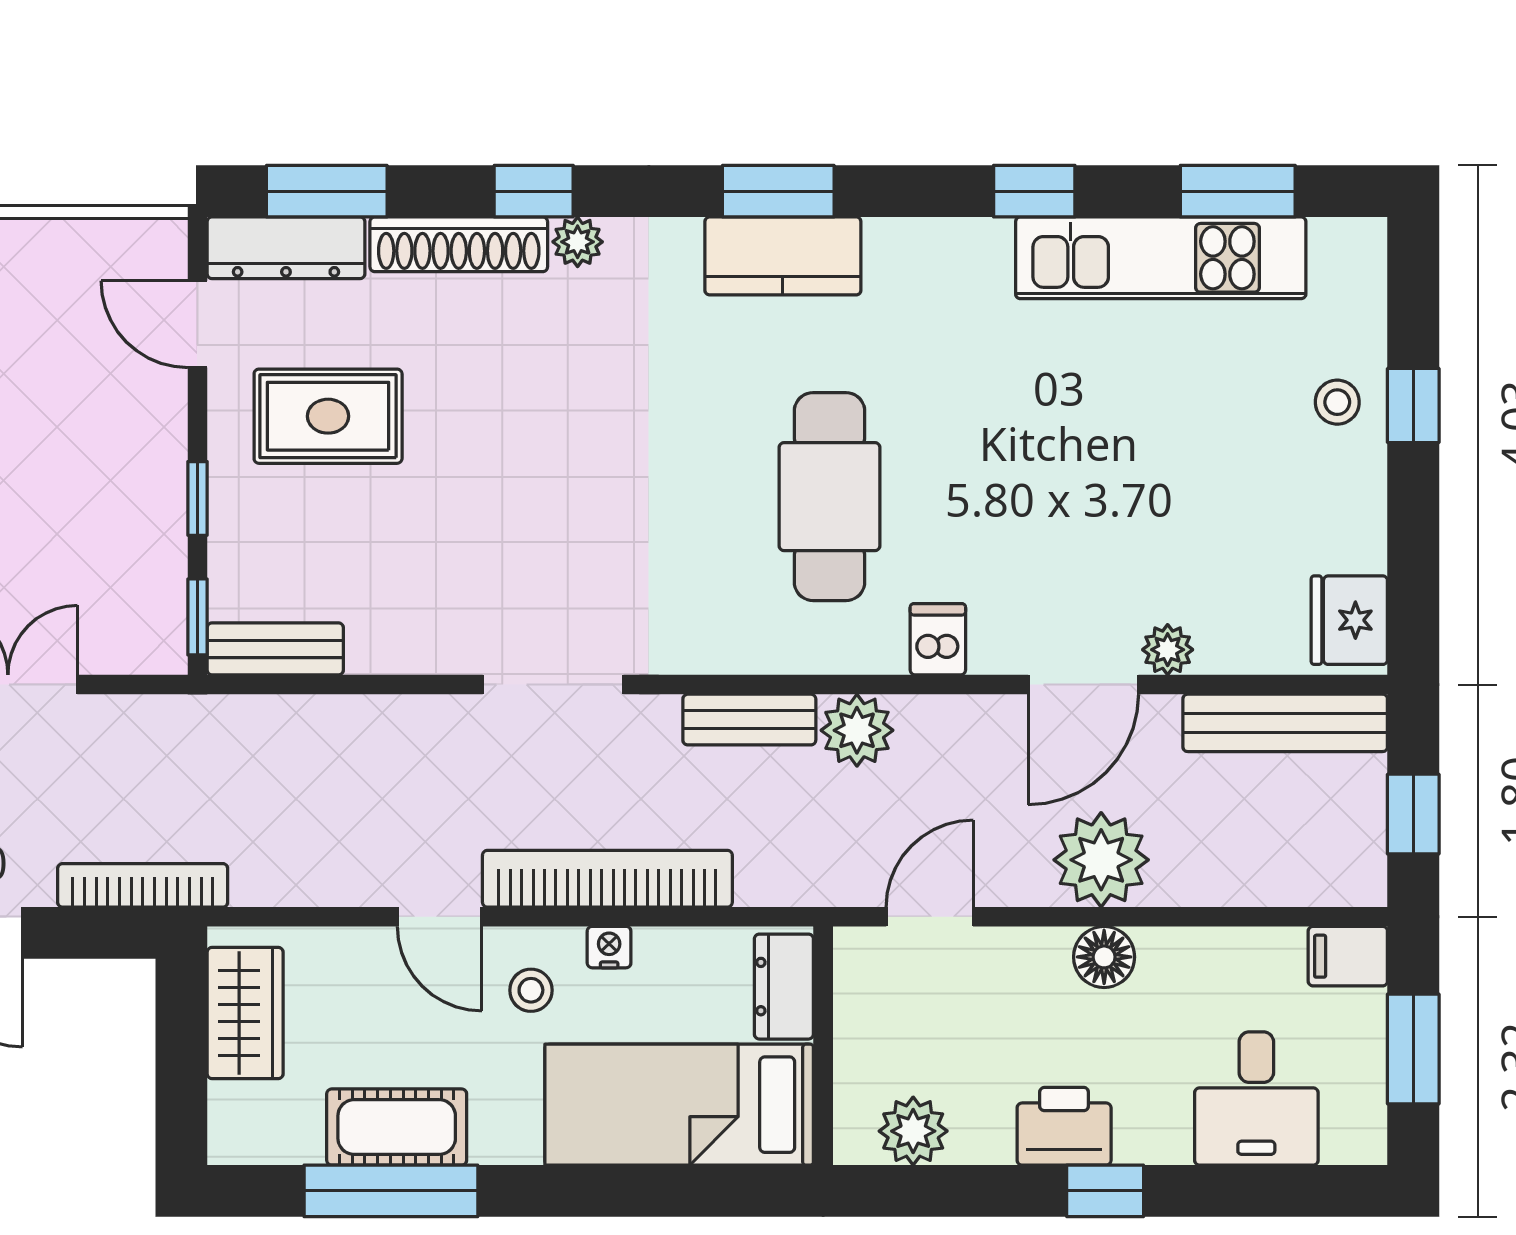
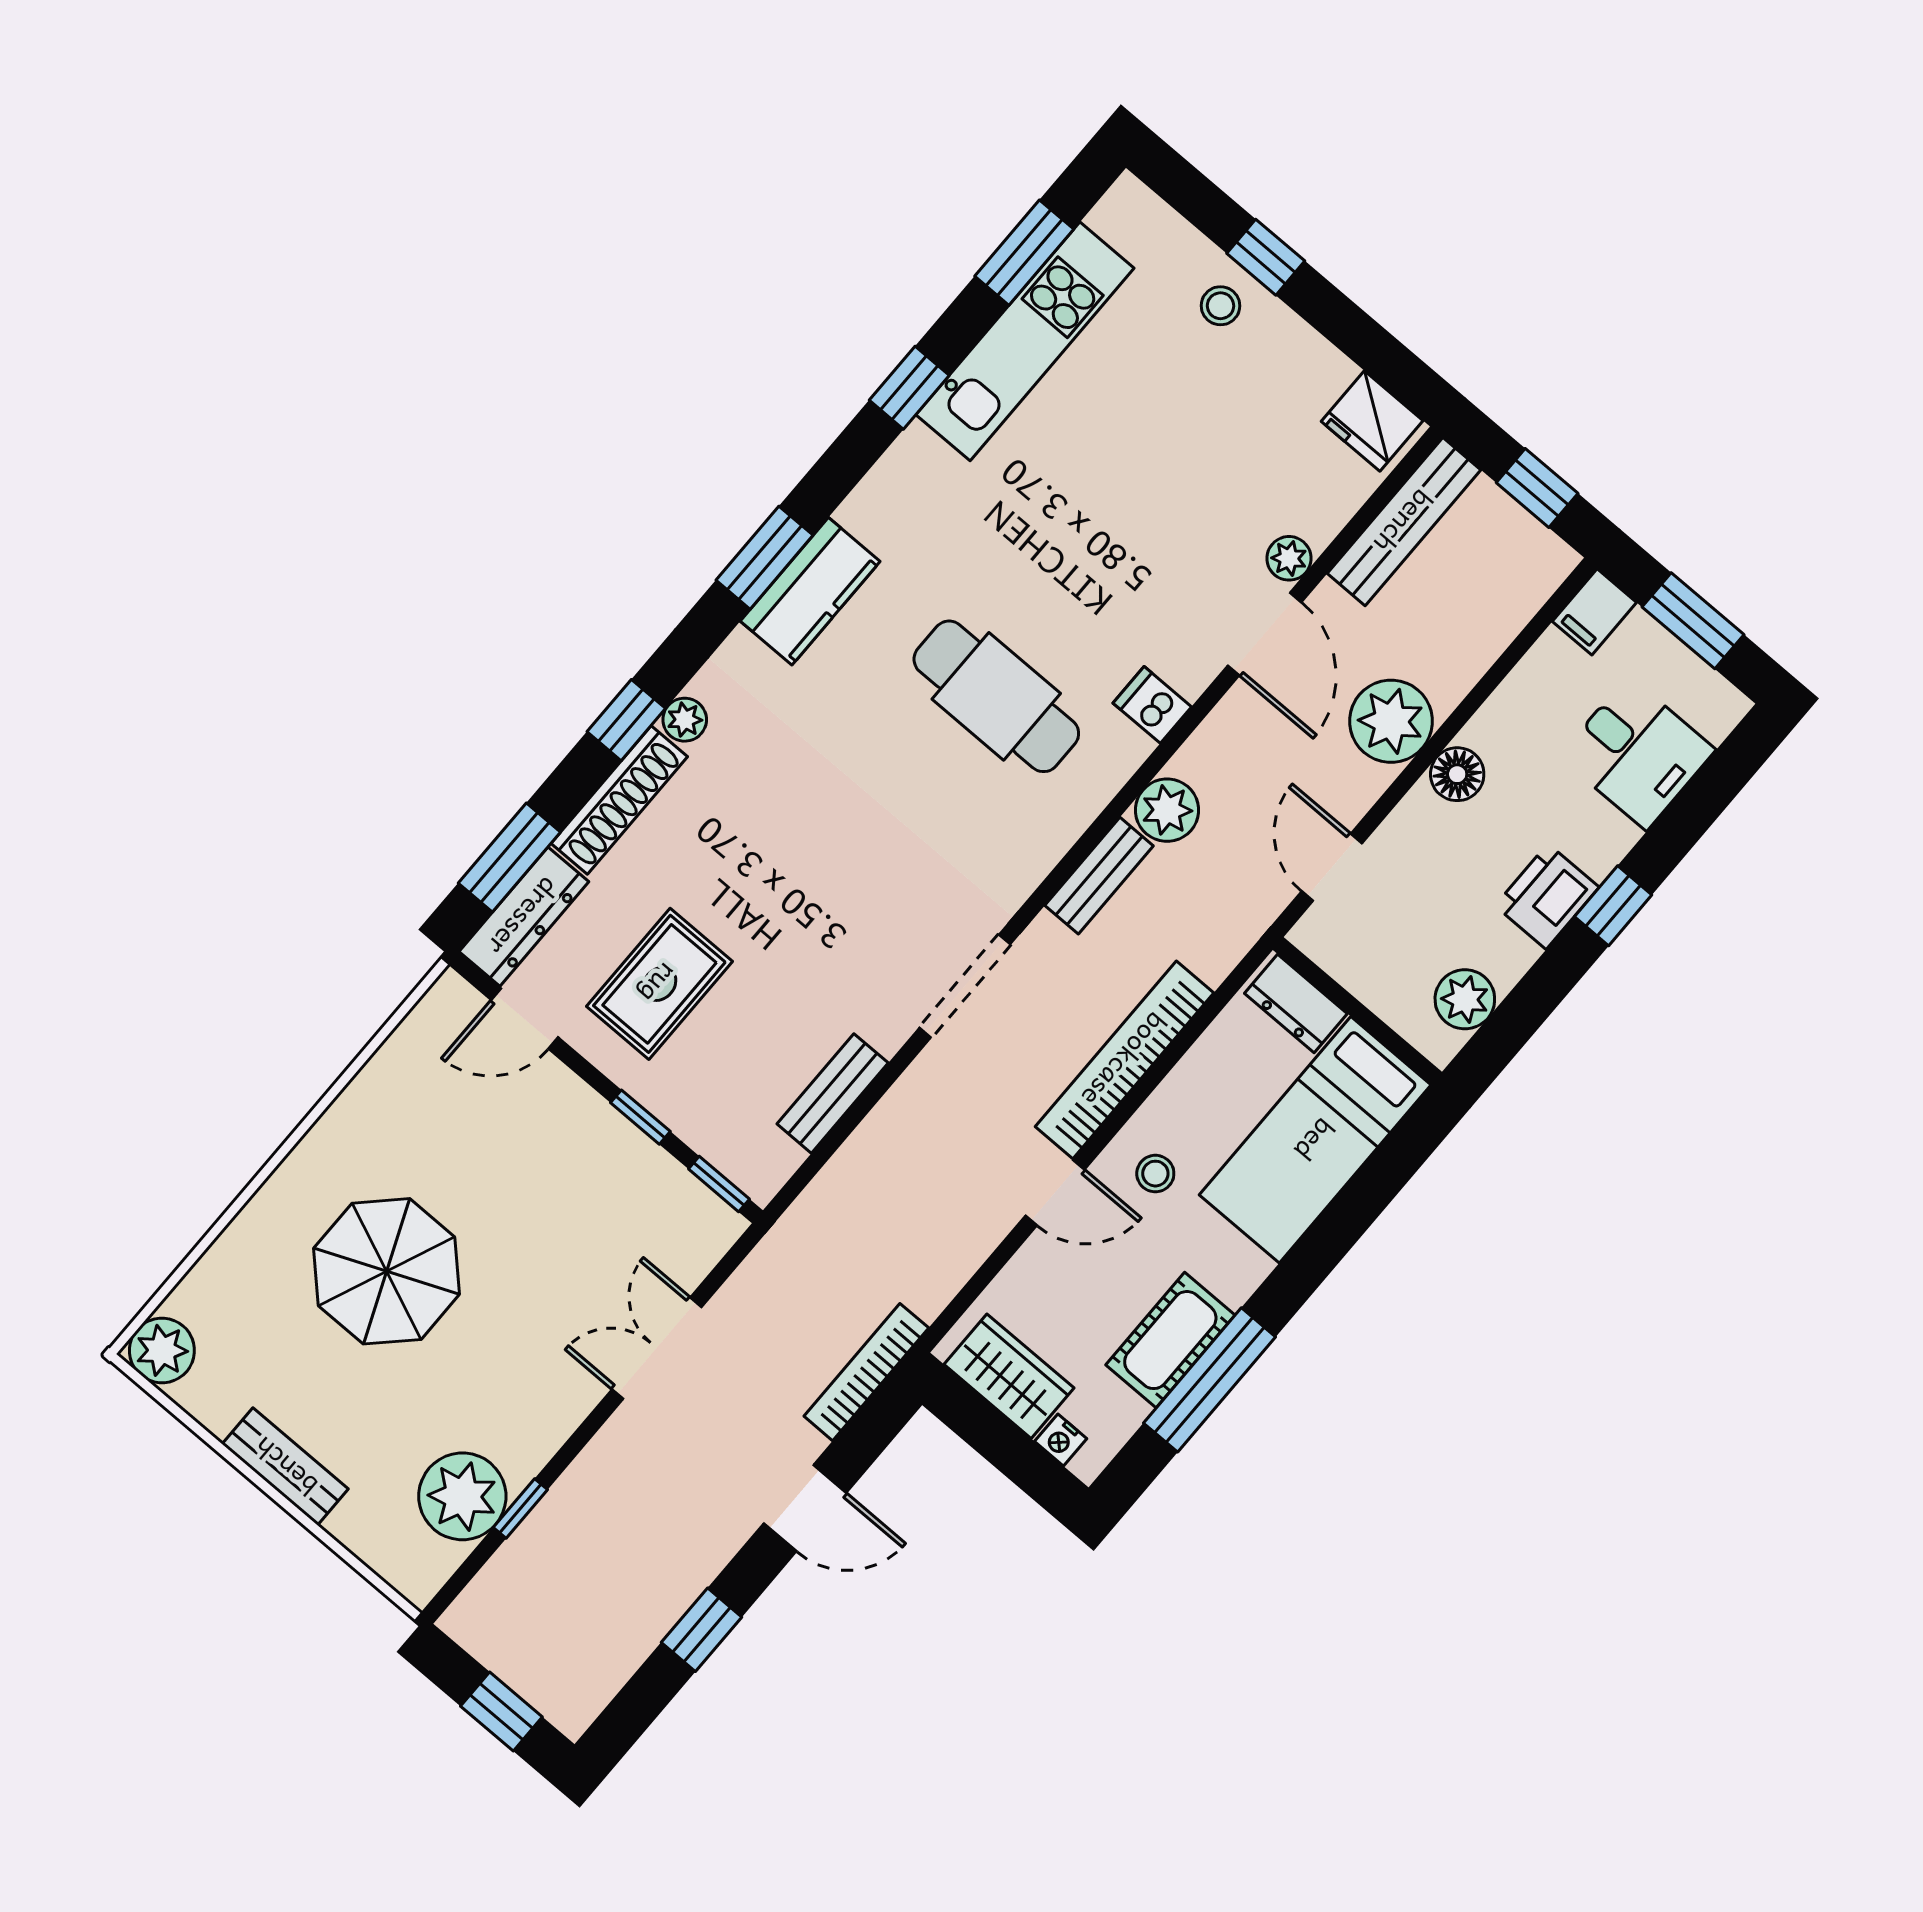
bench: (275, 649) -> (833, 1093), moved
nightstand: (609, 947) -> (1061, 1440), moved, turned -90

